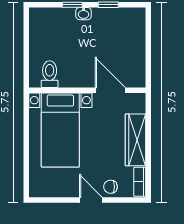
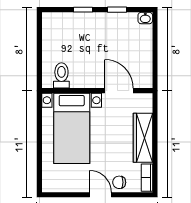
washbasin: (84, 14) -> (145, 18), moved

